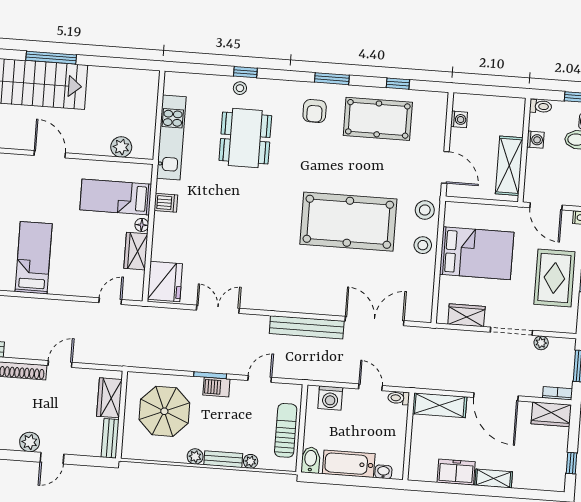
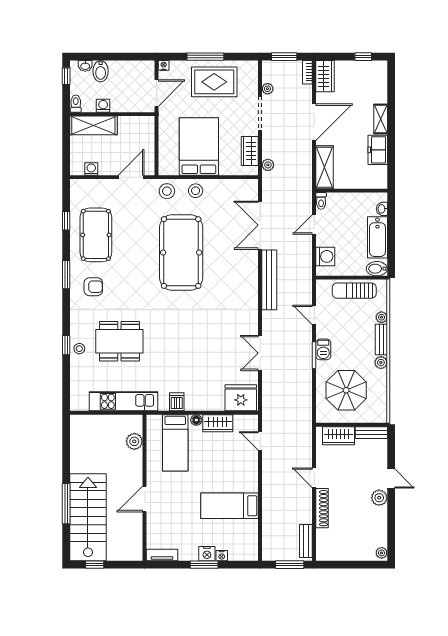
shelving: (509, 166) -> (93, 125), moved
plant: (448, 336) -> (268, 165), added

